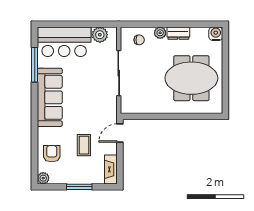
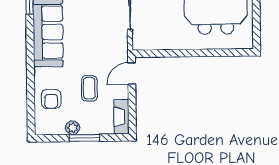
armchair: (52, 154) -> (51, 99), turned 180
plant: (43, 178) -> (73, 128), moved

